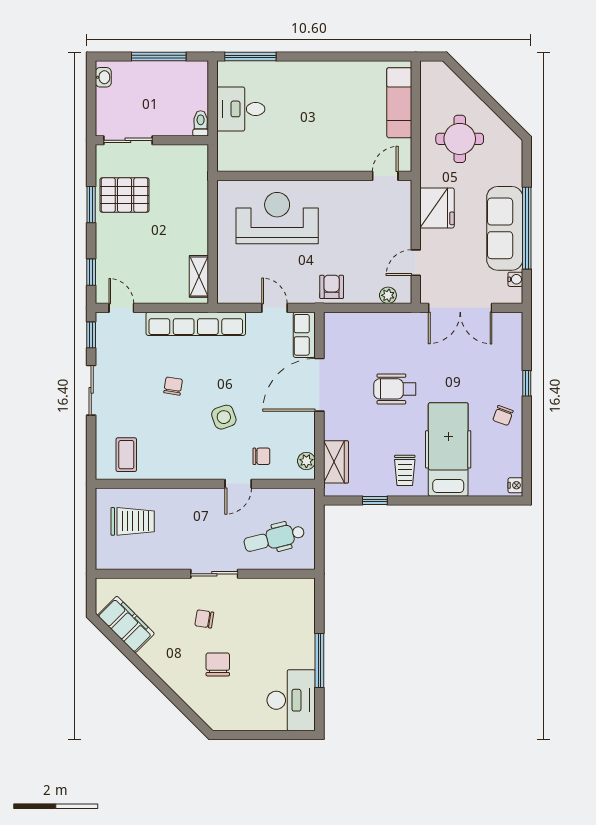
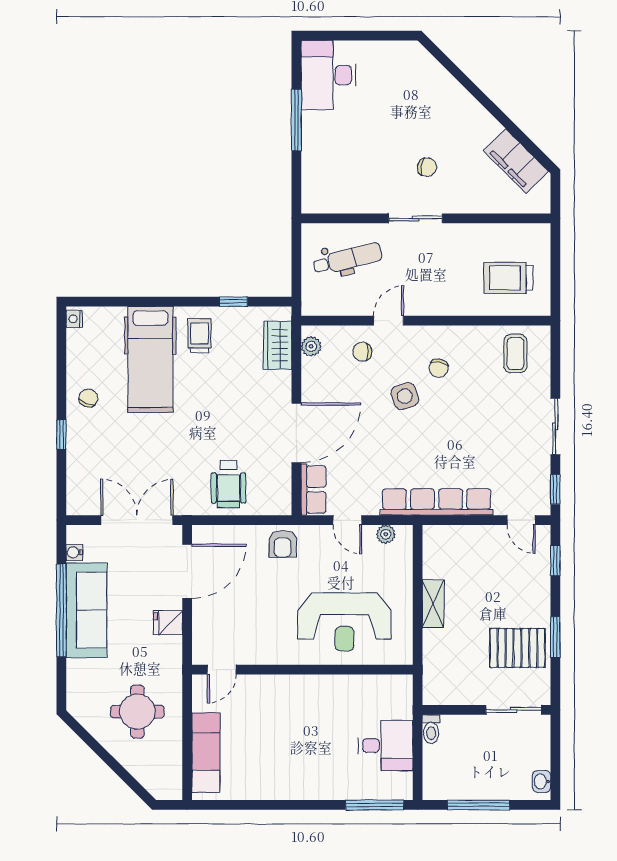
fridge: (437, 208) -> (168, 623), width x0.53, depth x0.75
door: (416, 263) -> (187, 571), width x1.88
shelving: (199, 276) -> (433, 604), moved
plant: (388, 295) -> (386, 534), moved
chair: (173, 386) -> (439, 368), moved
wheelchair: (395, 389) -> (228, 484), moved, turned 90
chair: (218, 664) -> (412, 116), removed

